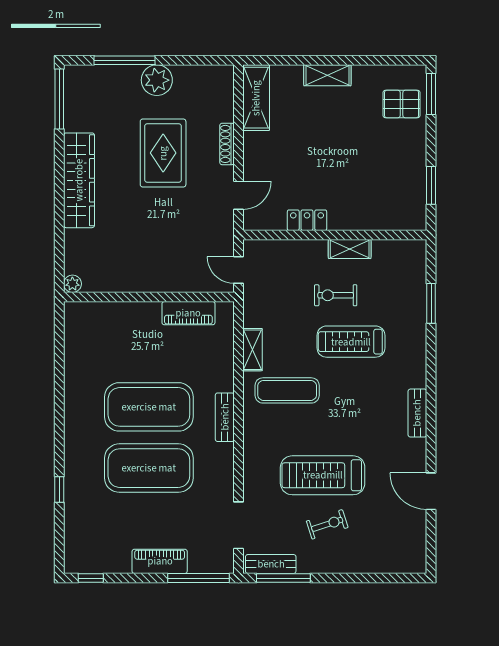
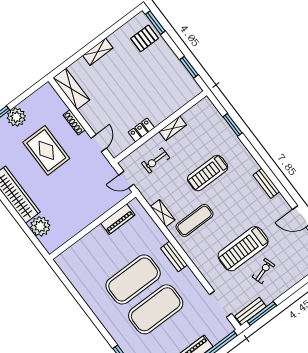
plant: (72, 284) -> (40, 226), moved, width x1.87, depth x1.87
exercise bike: (336, 295) -> (156, 161), moved

